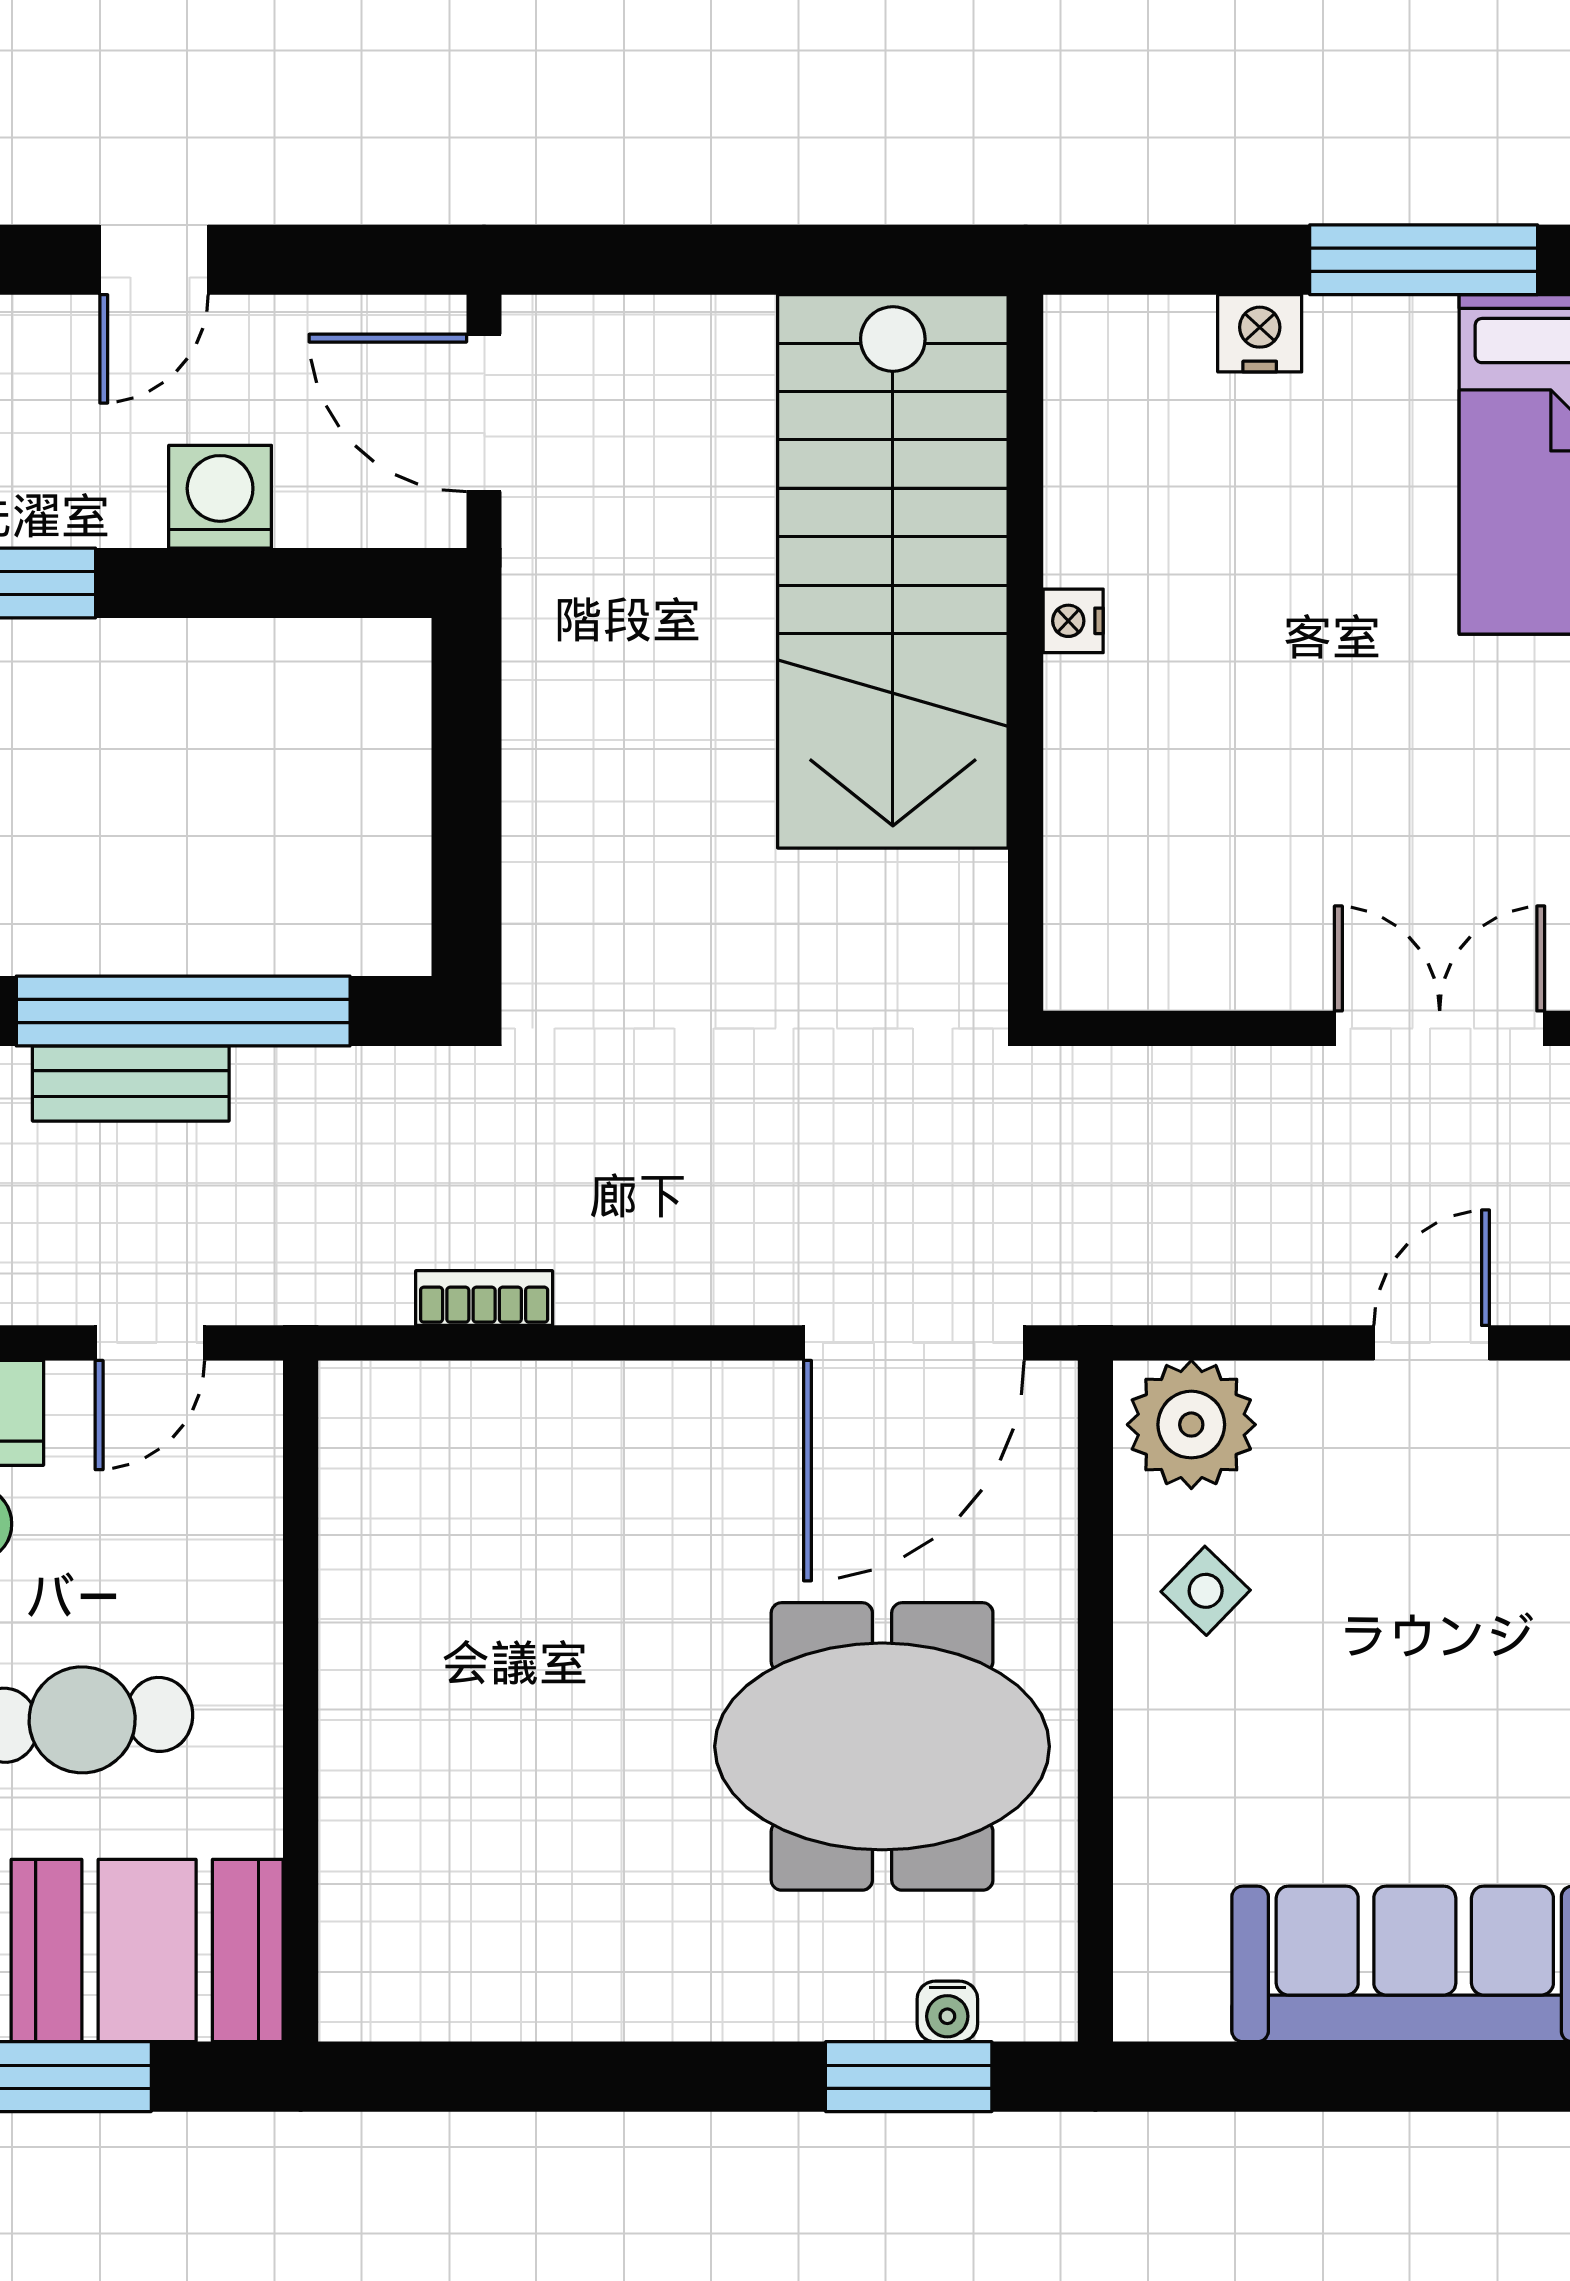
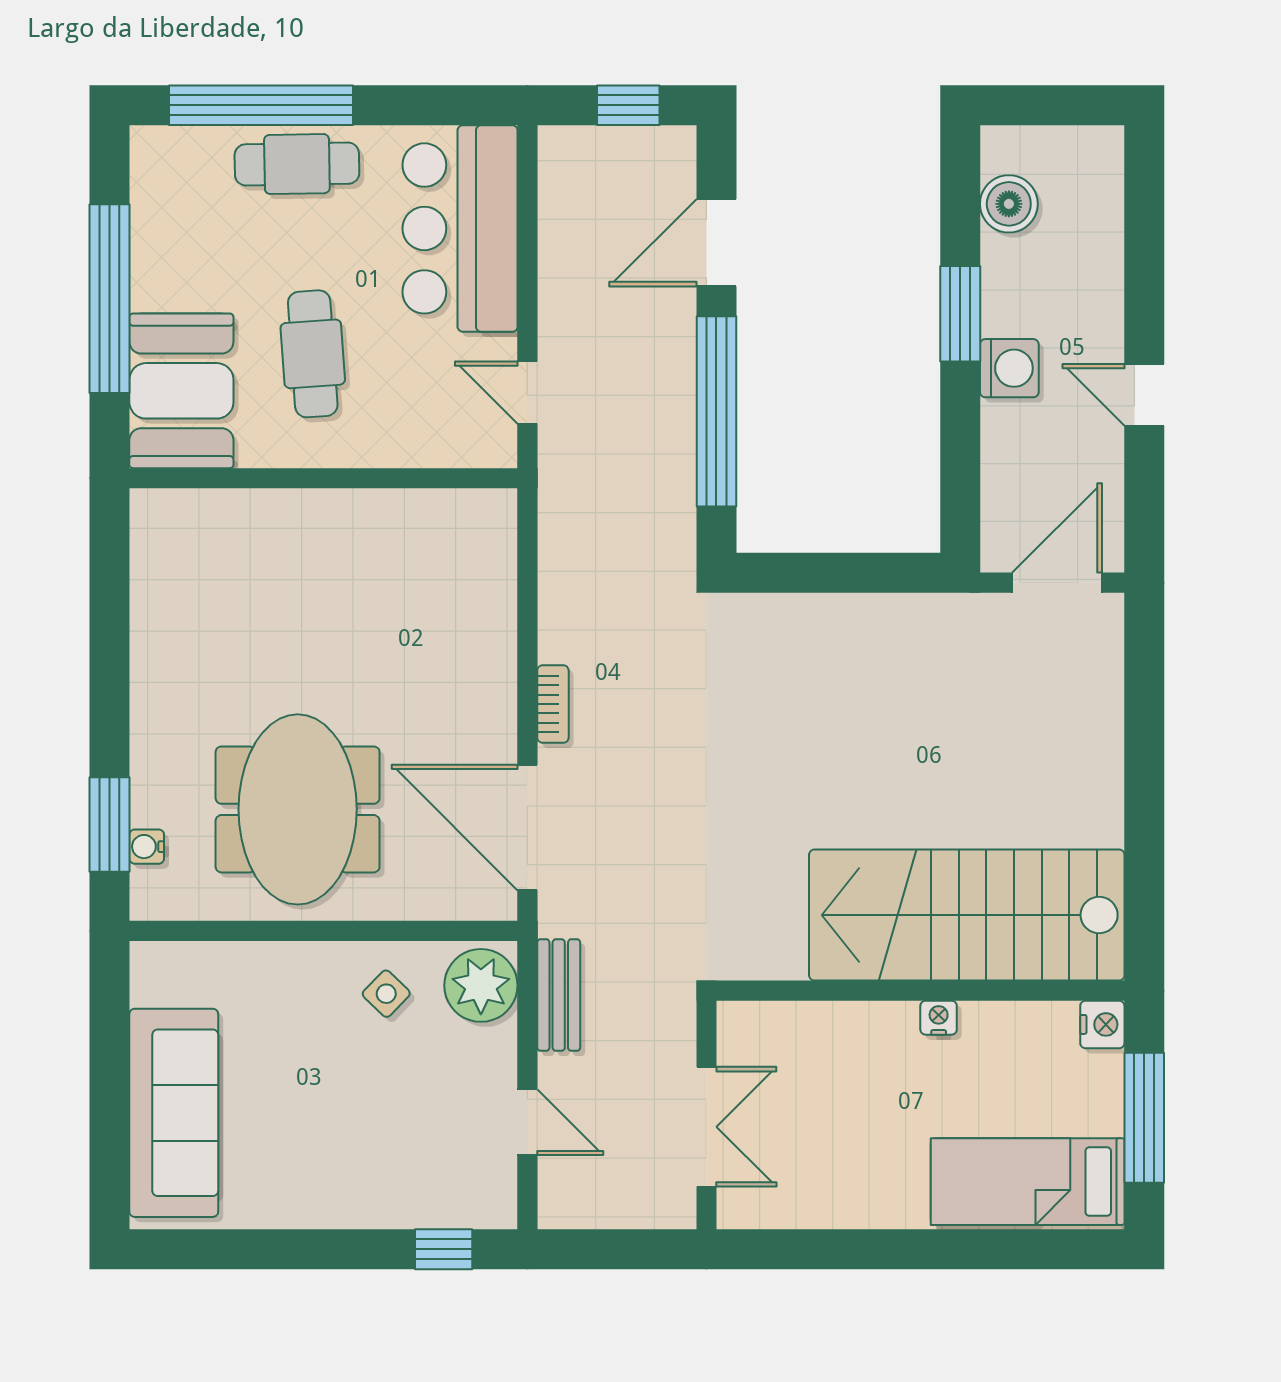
washing machine: (220, 497) -> (1009, 368), moved
stairs: (893, 571) -> (967, 915), moved
nightstand: (1073, 621) -> (939, 1018), moved
wall: (1026, 653) -> (920, 991), moved
bench: (131, 1083) -> (559, 995), moved
bookcase: (484, 1298) -> (553, 704), moved

